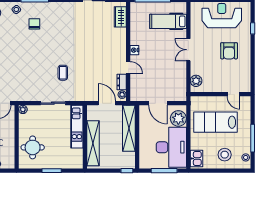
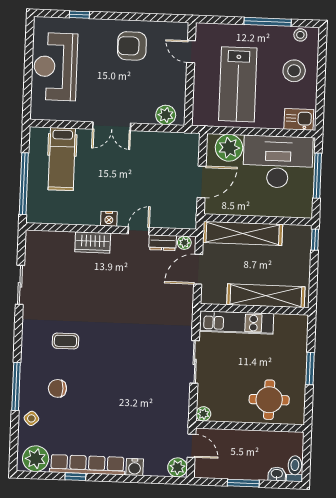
wardrobe: (120, 17) -> (93, 243), moved
armchair: (229, 51) -> (132, 46), moved, turned 180
coffee table: (63, 73) -> (65, 341), moved
door: (233, 94) -> (191, 52), swing flipped

